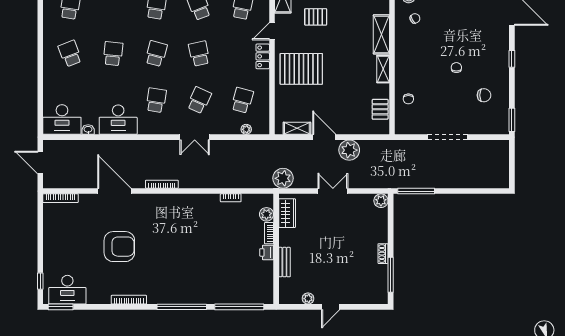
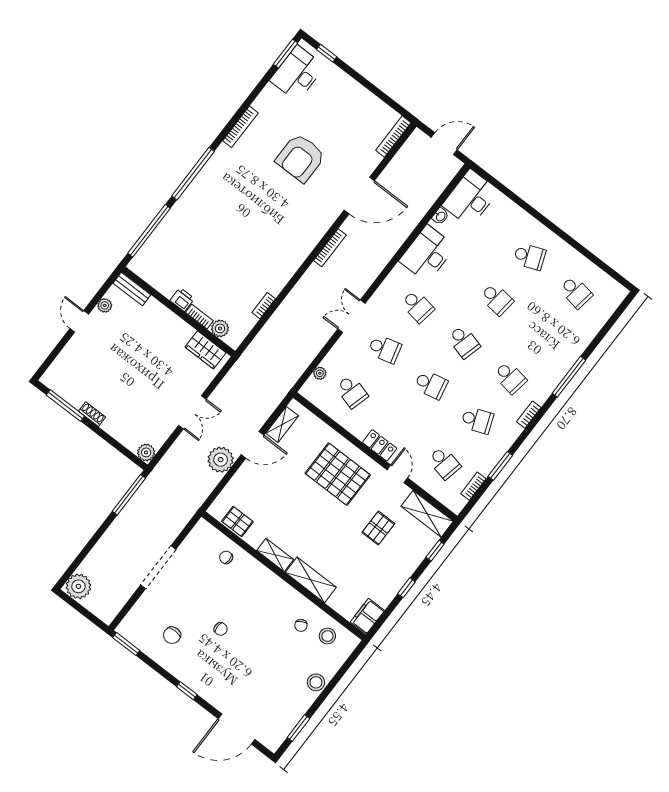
pallet: (301, 69) -> (338, 474), turned 90
school desk: (199, 100) -> (385, 349), turned -39
plant: (283, 178) -> (78, 586), moved
bench: (284, 262) -> (132, 289), moved

